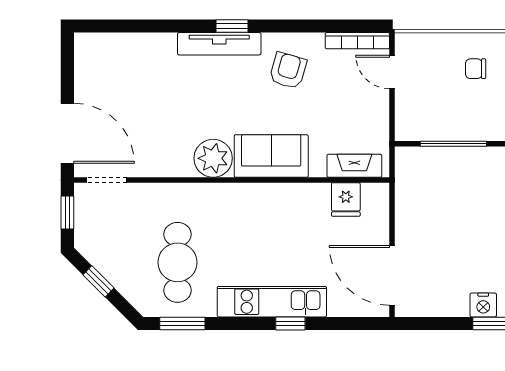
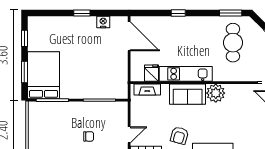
door: (392, 72) -> (129, 135), hinge flipped
kitchen unit: (272, 302) -> (186, 74), moved, turned 180
nightstand: (483, 305) -> (103, 22), moved

